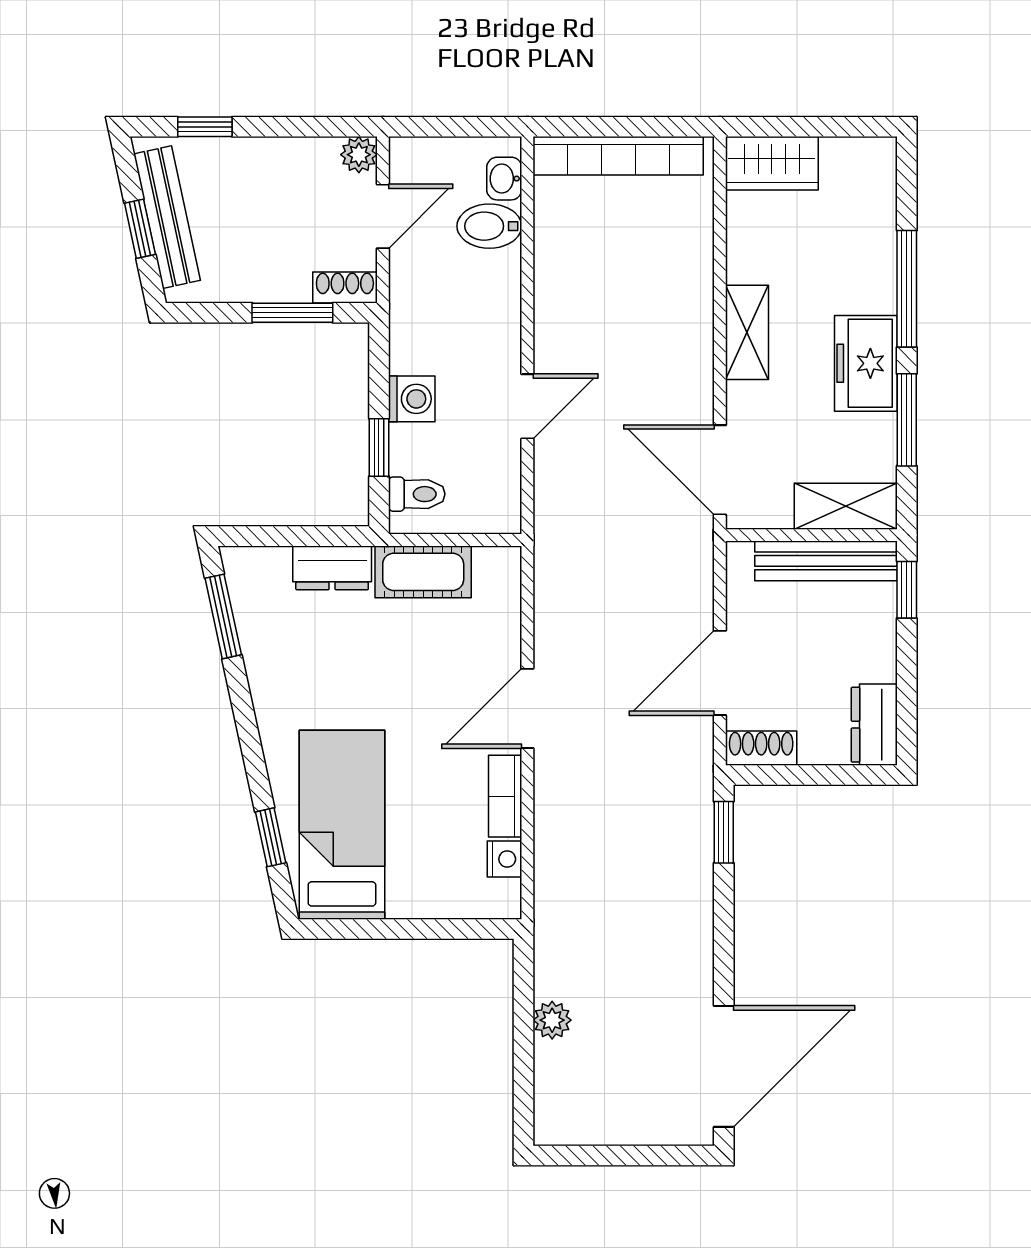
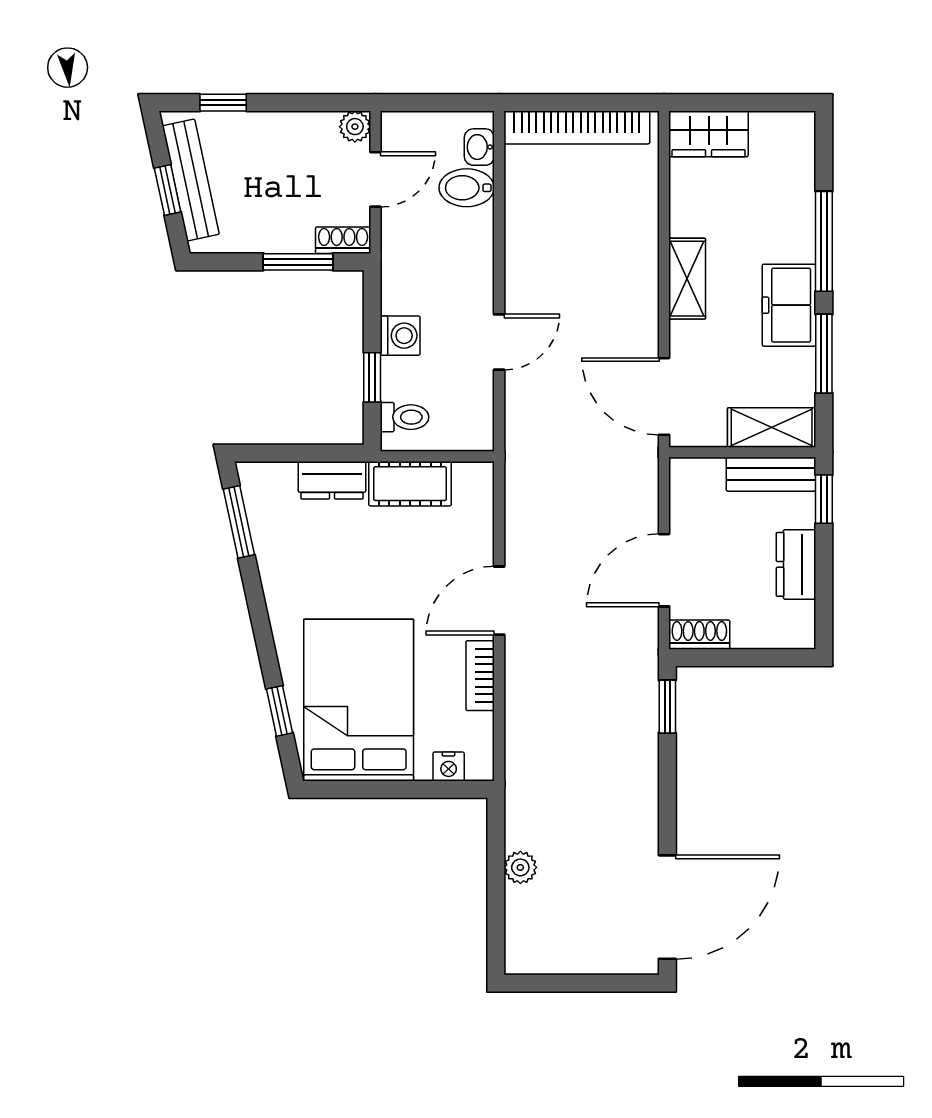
bench: (826, 561) -> (771, 474), width x0.73
dresser: (874, 725) -> (796, 564), moved
bed: (342, 825) -> (359, 700), width x1.50
nightstand: (504, 859) -> (449, 767), moved, turned 90

